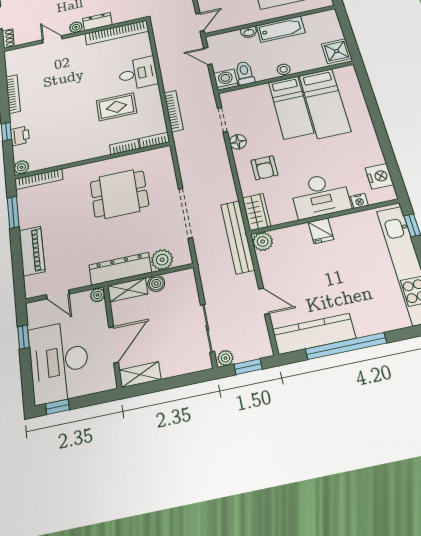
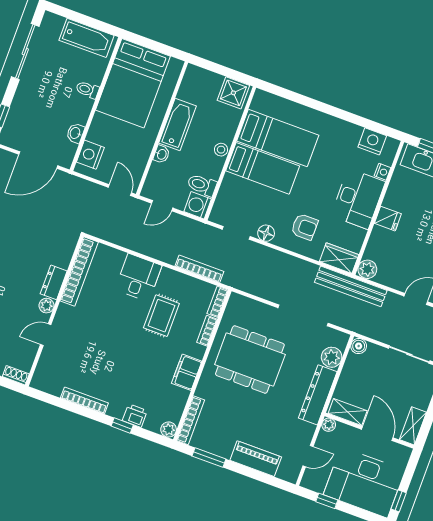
filing cabinet: (79, 152) -> (187, 372), added
dining table: (119, 194) -> (250, 360), width x1.38
boiler: (156, 284) -> (359, 346), moved
shelving: (128, 290) -> (348, 412), moved, turned 90

